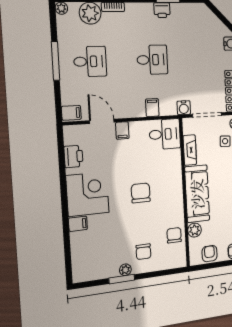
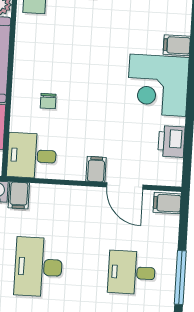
desk: (152, 60) -> (38, 267), width x1.37
filing cabinet: (152, 108) -> (19, 195), moved
chair: (141, 193) -> (48, 101), moved, width x0.54, depth x0.54

